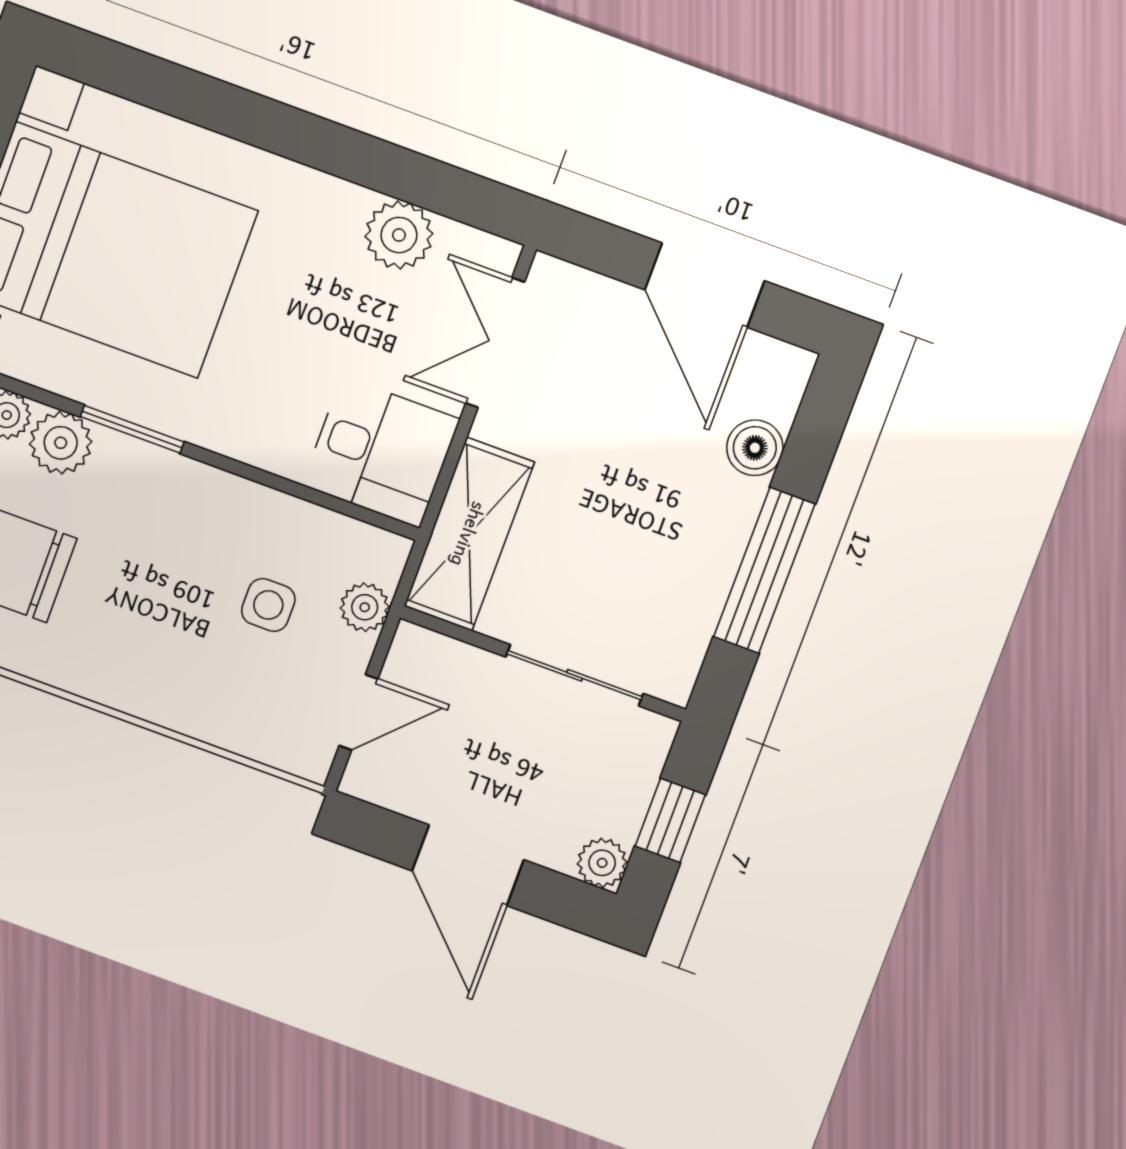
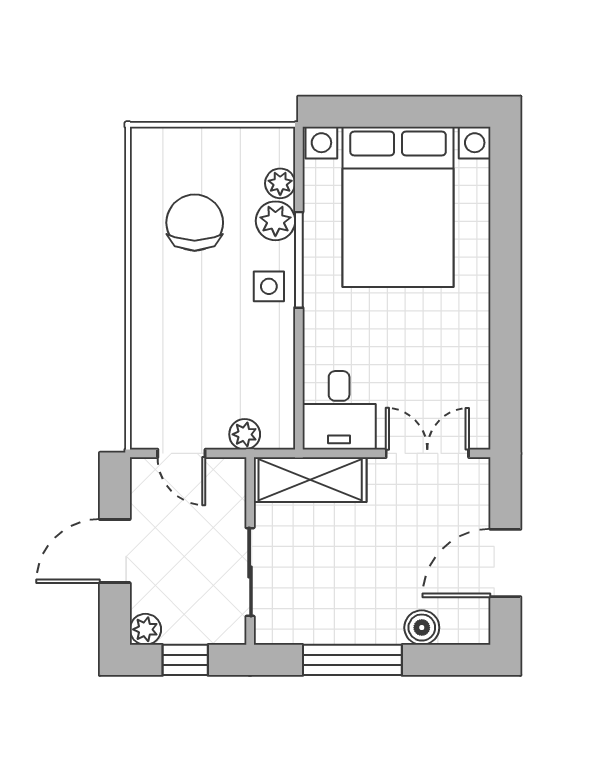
plant: (399, 235) -> (469, 374), removed
window: (132, 429) -> (299, 260), width x1.44
side table: (268, 605) -> (269, 286), moved

